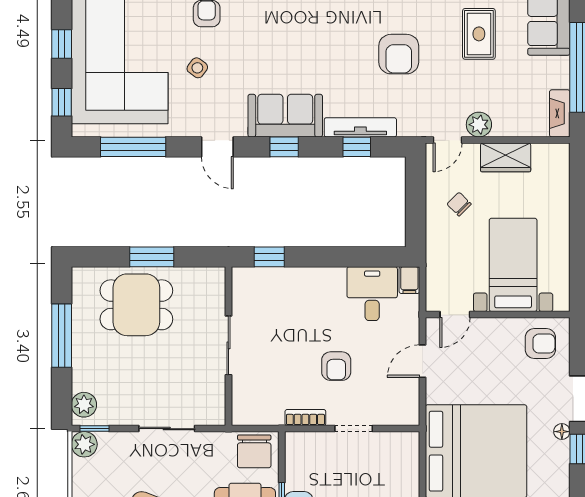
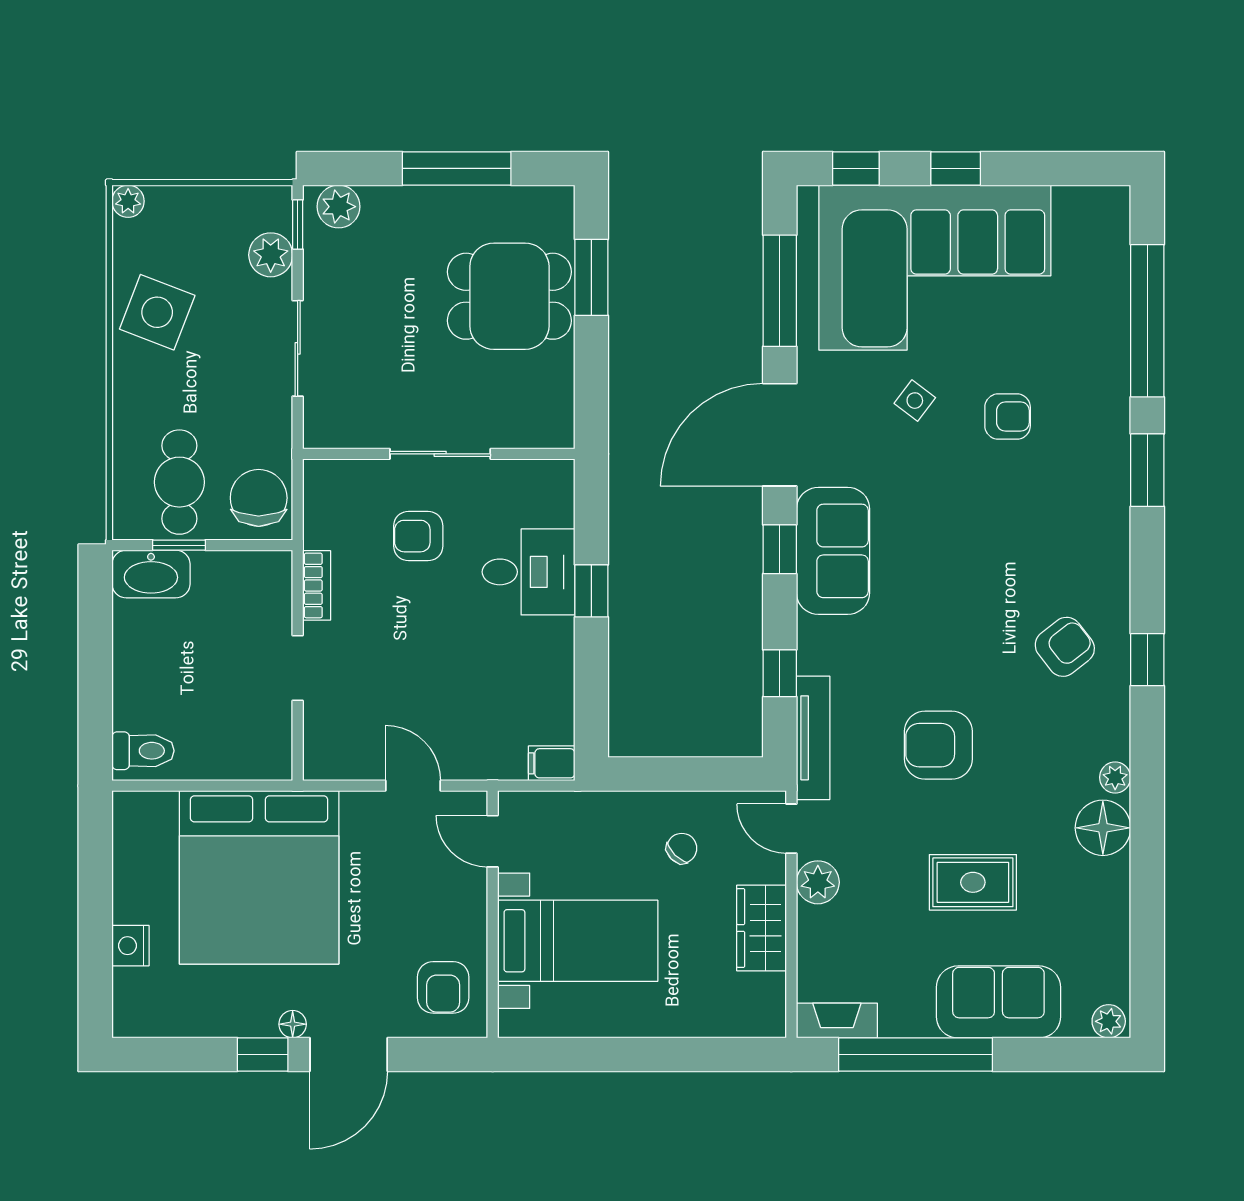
tv unit: (360, 127) -> (813, 738), moved
door: (217, 147) -> (780, 435), width x1.88
window: (152, 257) -> (591, 277), moved
window: (269, 257) -> (591, 591), moved
desk: (372, 294) -> (528, 572), moved
dining table: (136, 305) -> (509, 296), turned 90
armchair: (336, 366) -> (418, 536), moved
plant: (84, 444) -> (271, 255), moved
chair: (254, 451) -> (259, 498), turned 90

